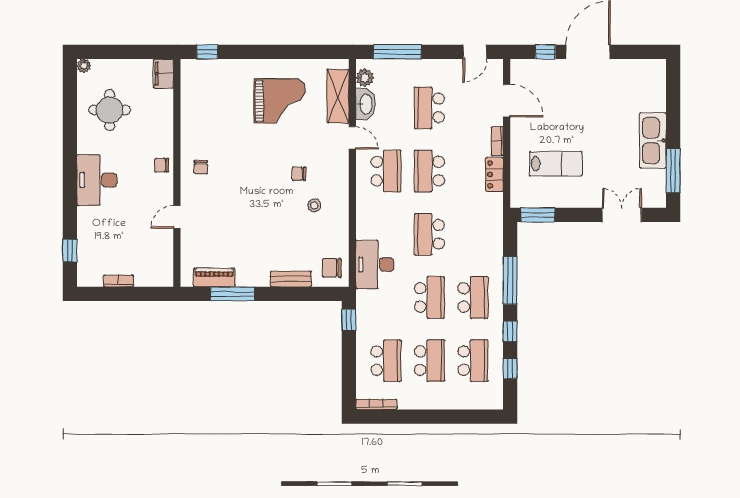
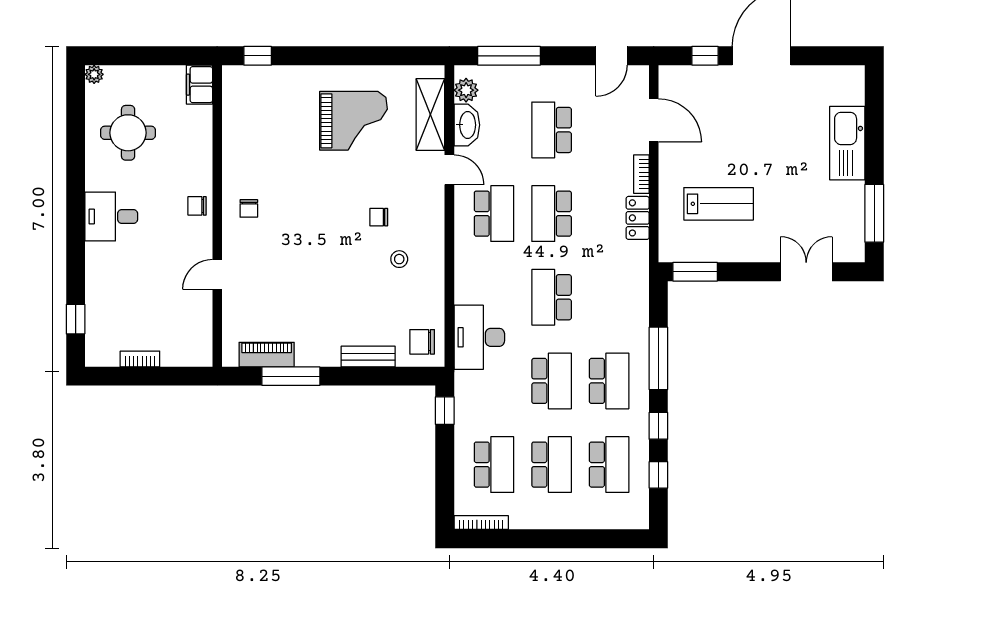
kitchen sink: (653, 140) -> (847, 143), moved
desk: (97, 180) -> (111, 216), width x0.73

